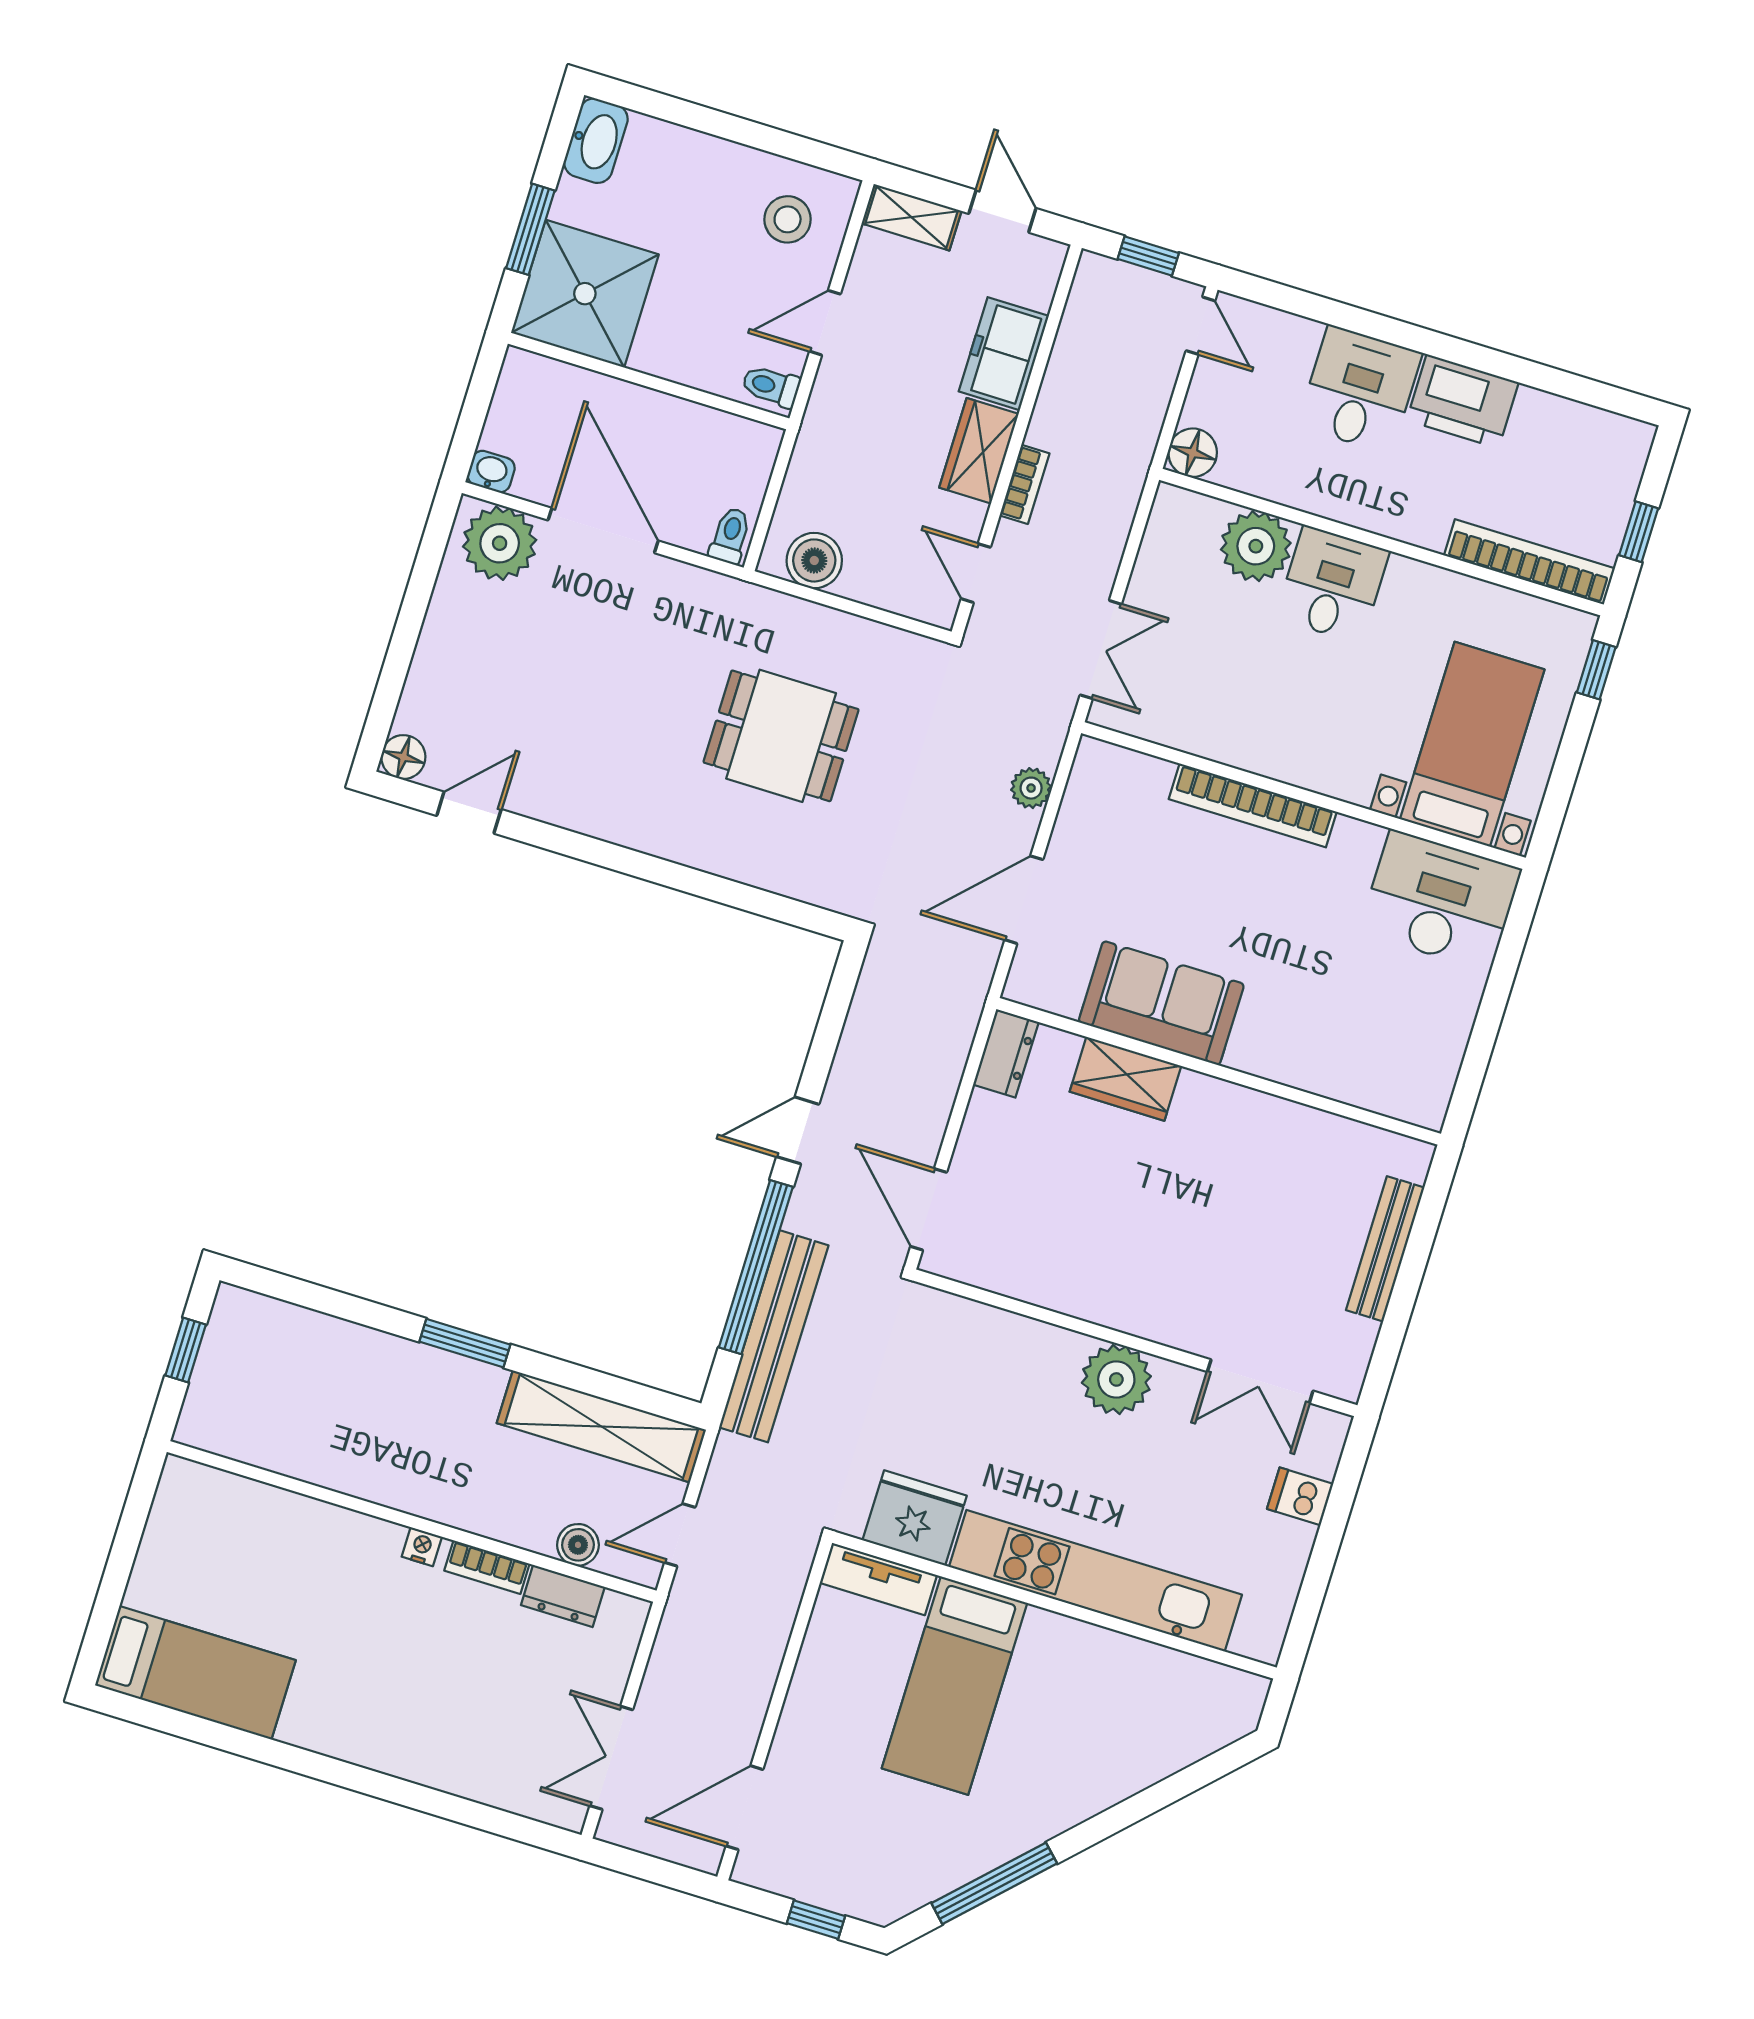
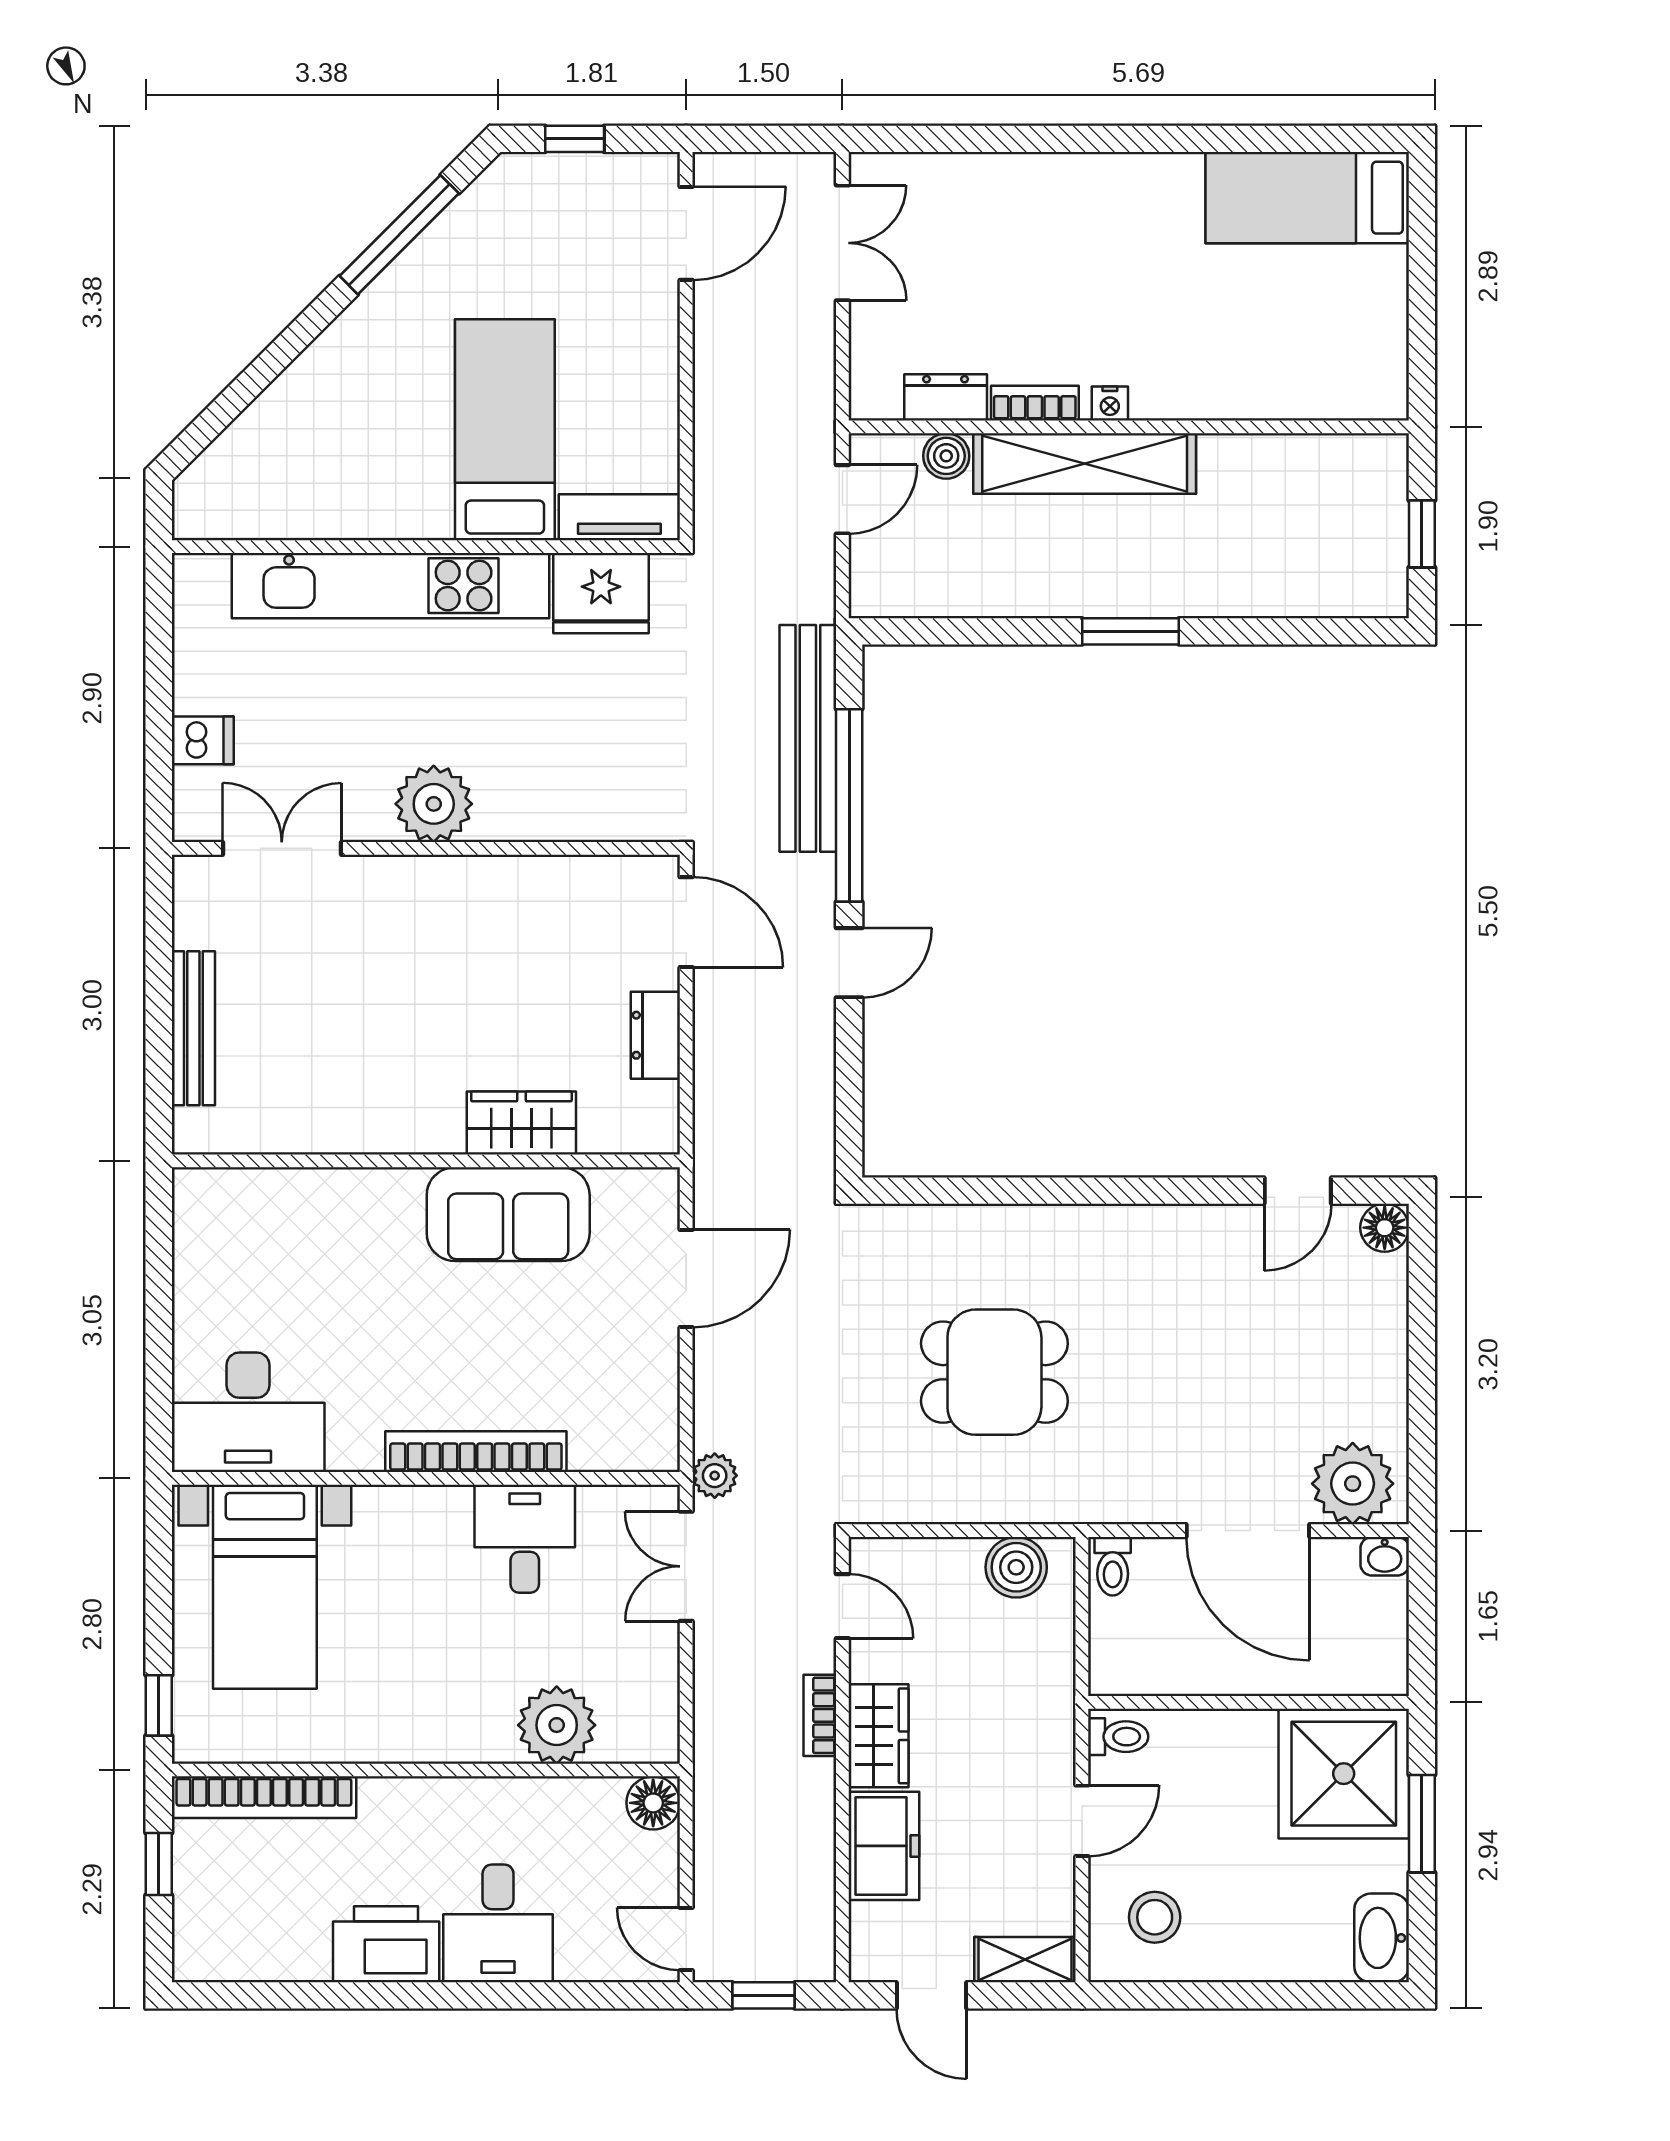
desk: (1332, 584) -> (525, 1539), moved, turned 180
plant: (1031, 788) -> (715, 1476), moved
dresser: (1006, 1053) -> (655, 1035), moved
shelving: (601, 1426) -> (1085, 463), moved

